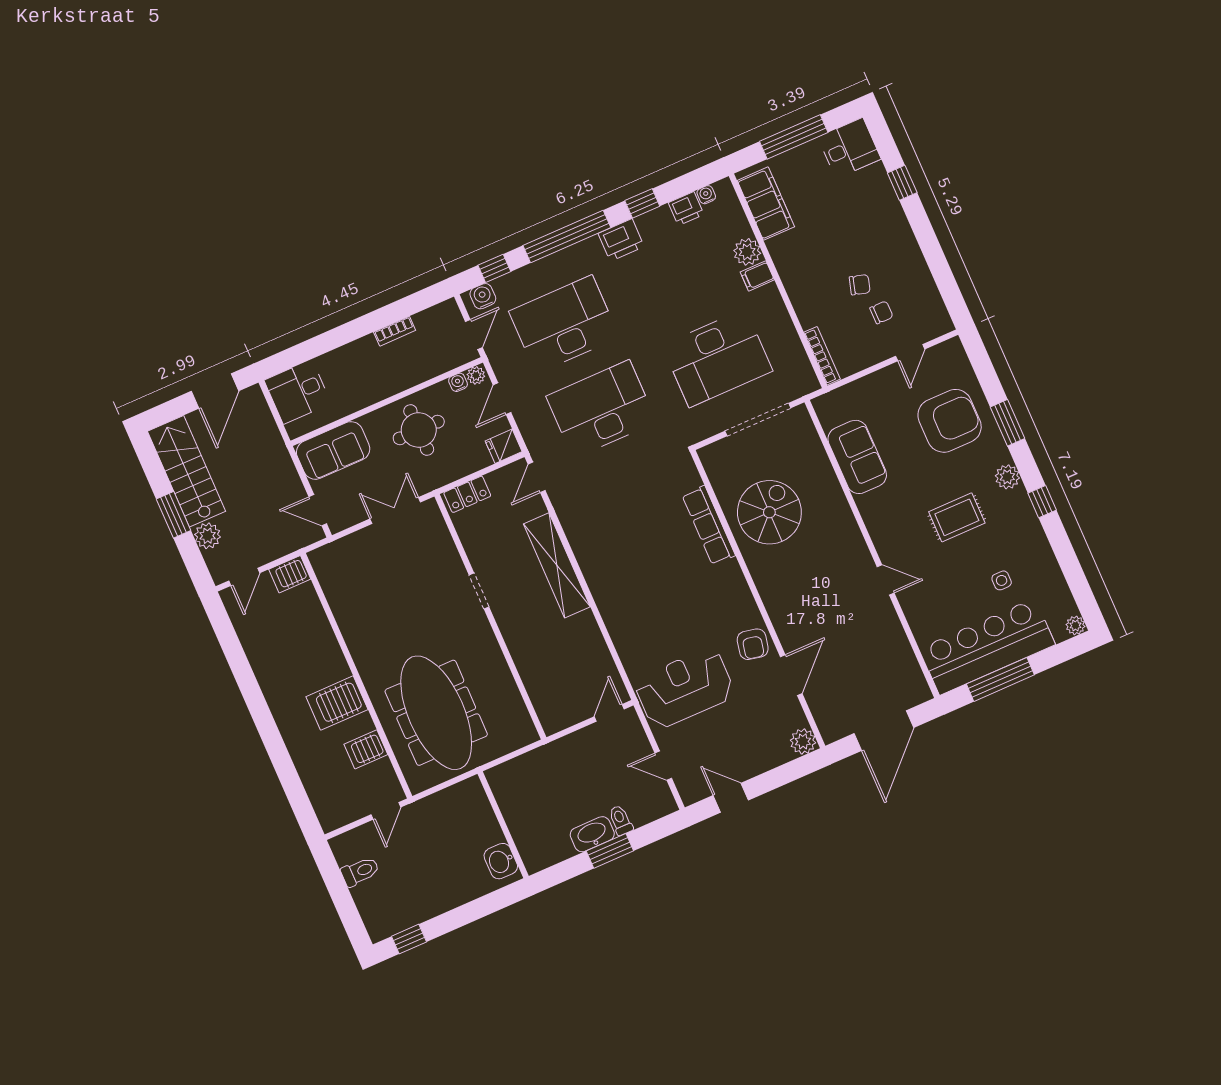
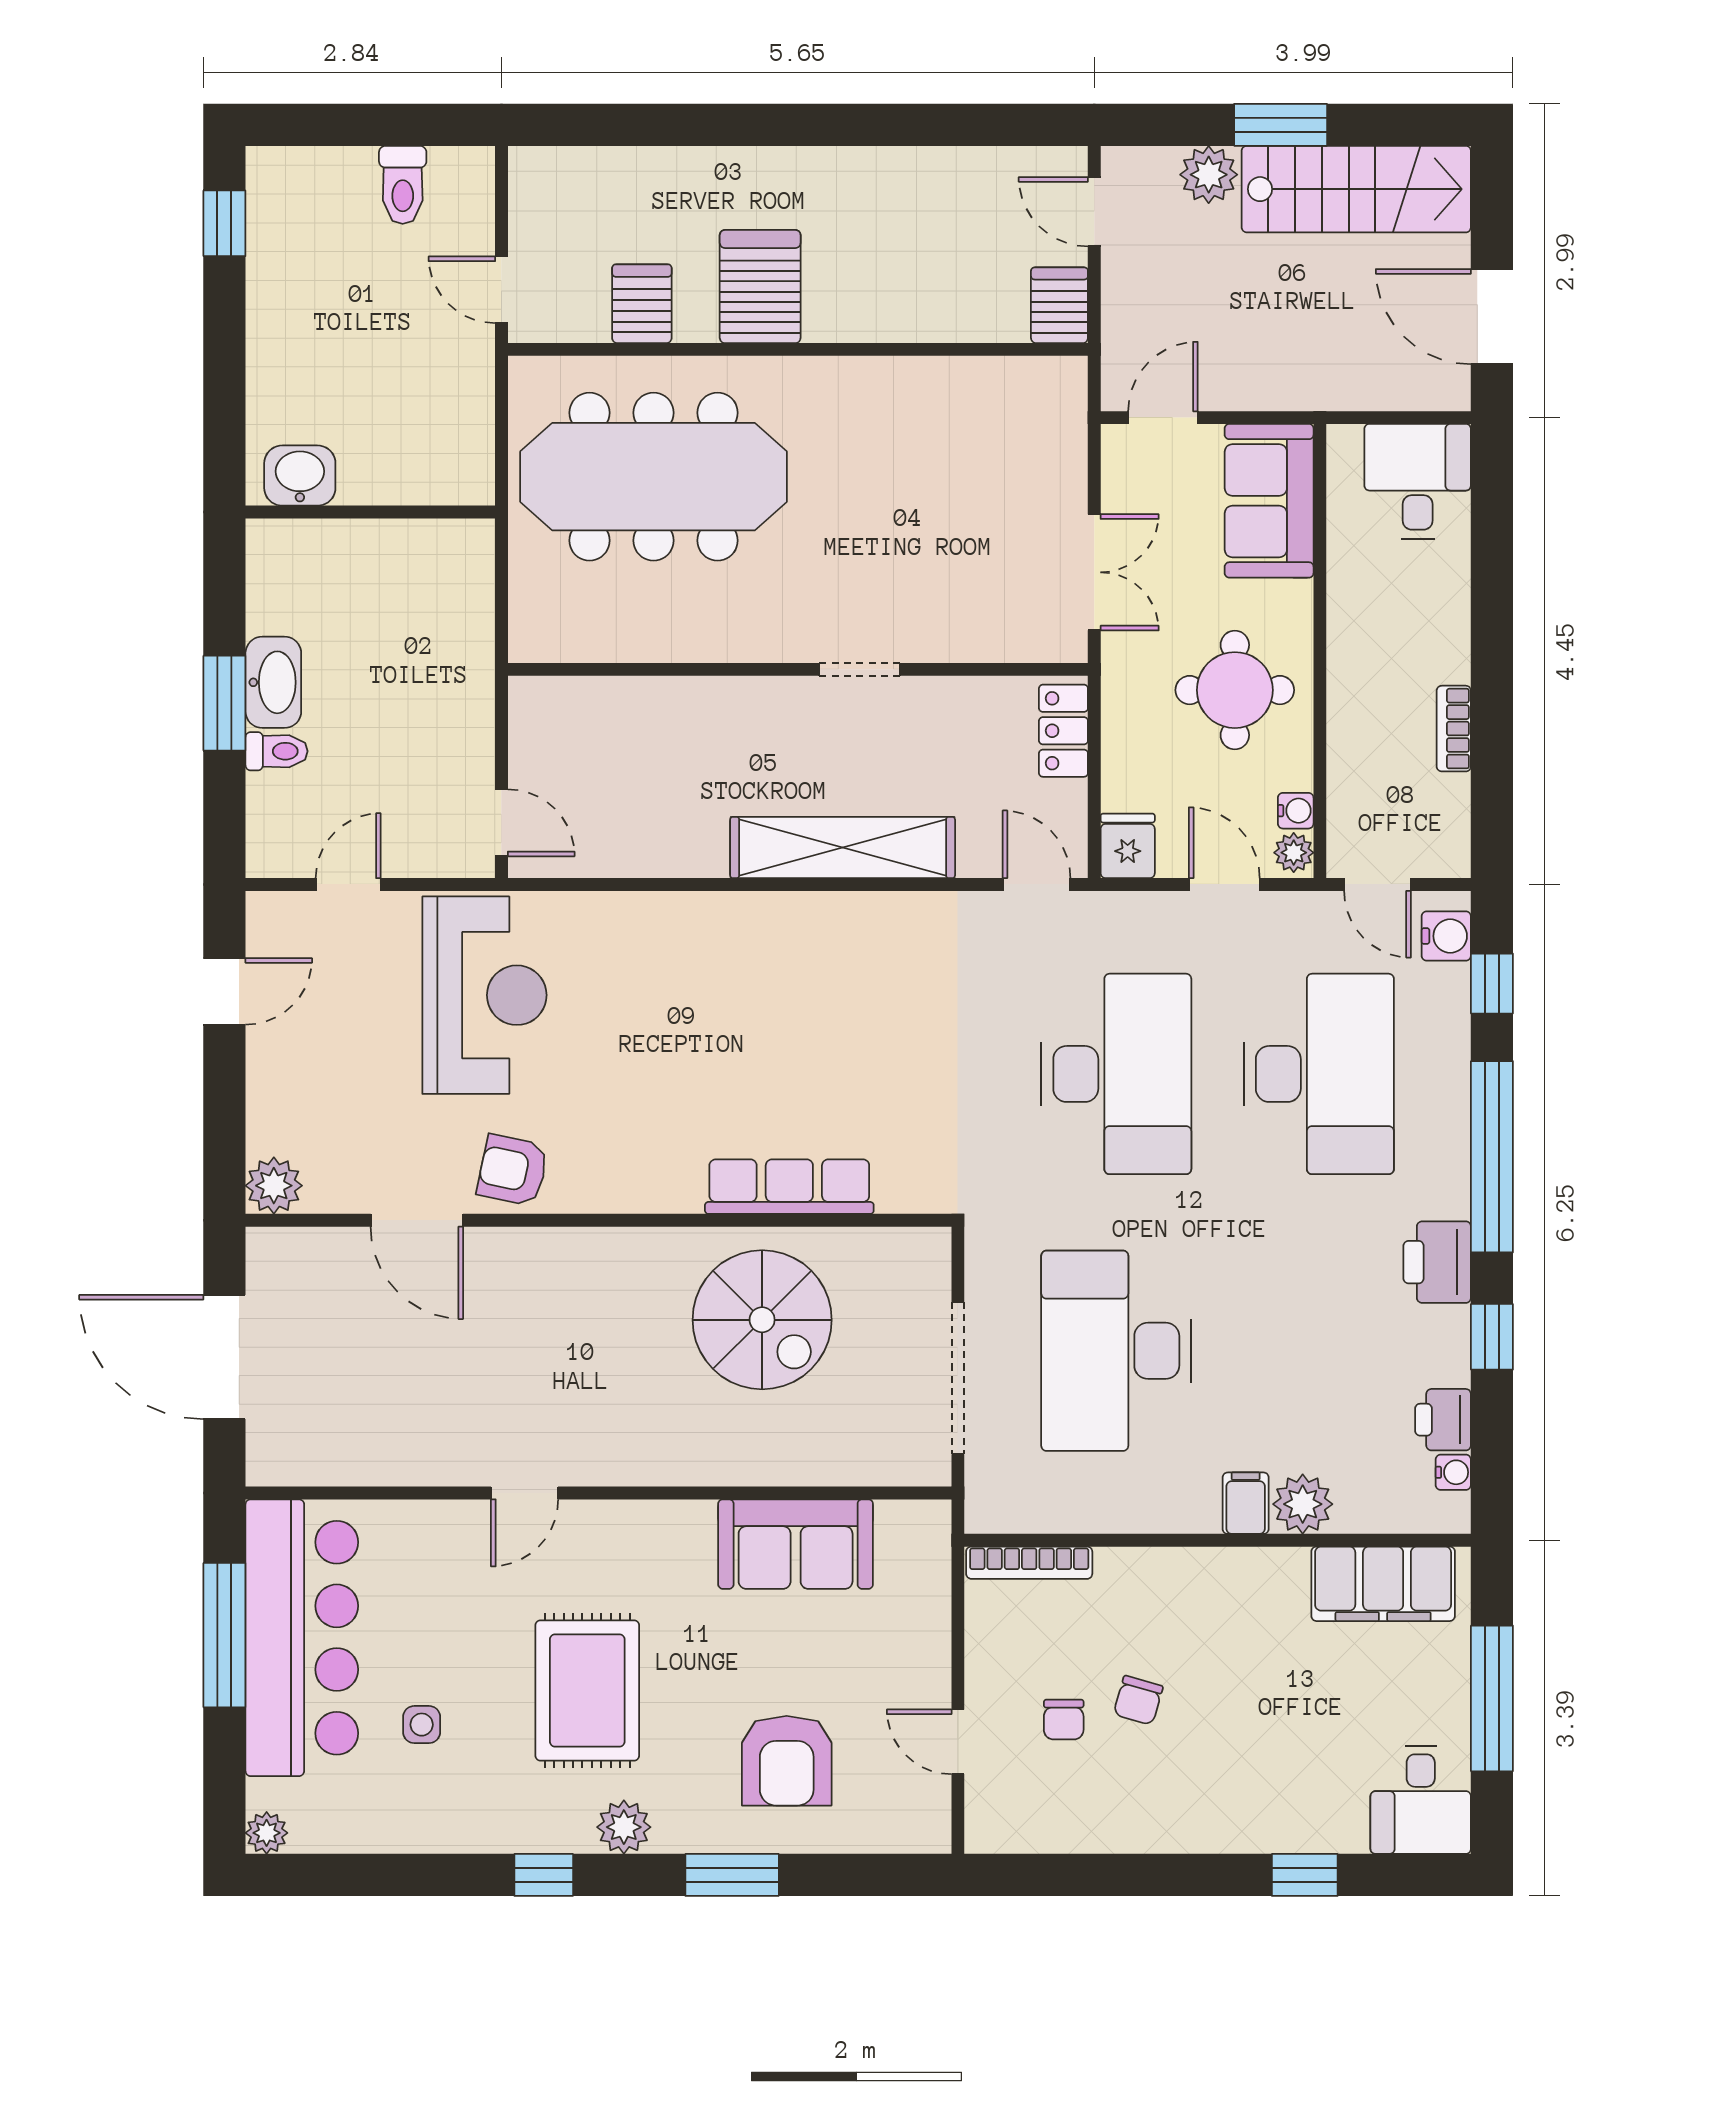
armchair: (950, 421) -> (787, 1761), width x0.73, depth x0.73
rug: (957, 517) -> (587, 1690), width x1.36, depth x1.43

